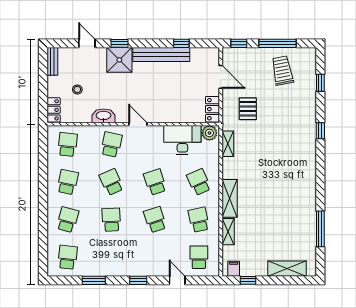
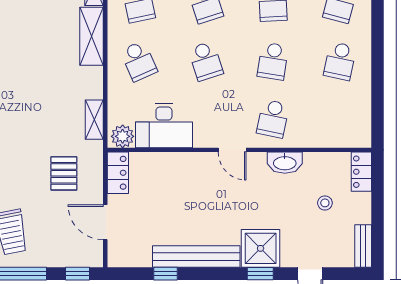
school desk: (68, 144) -> (340, 119), removed
school desk: (111, 182) -> (273, 61), turned 33

